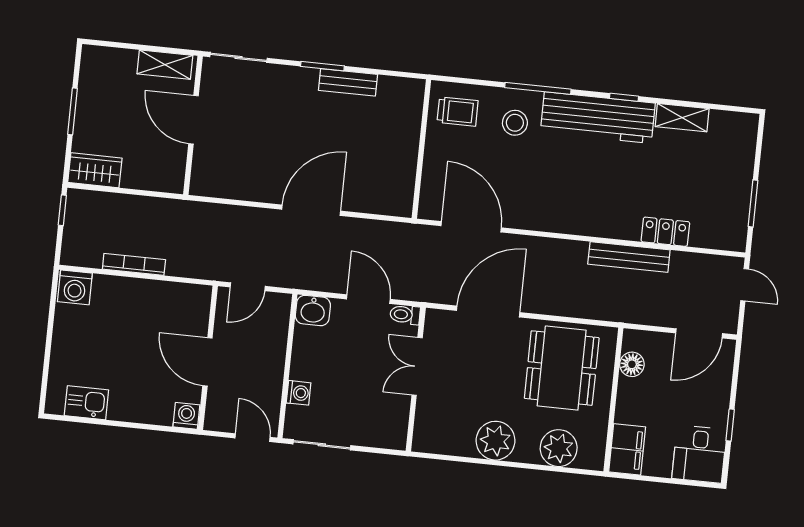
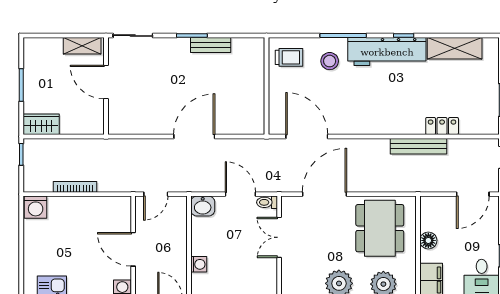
shelving: (682, 118) -> (455, 48), width x1.50, depth x1.33
floor lamp: (632, 364) -> (428, 240), moved

